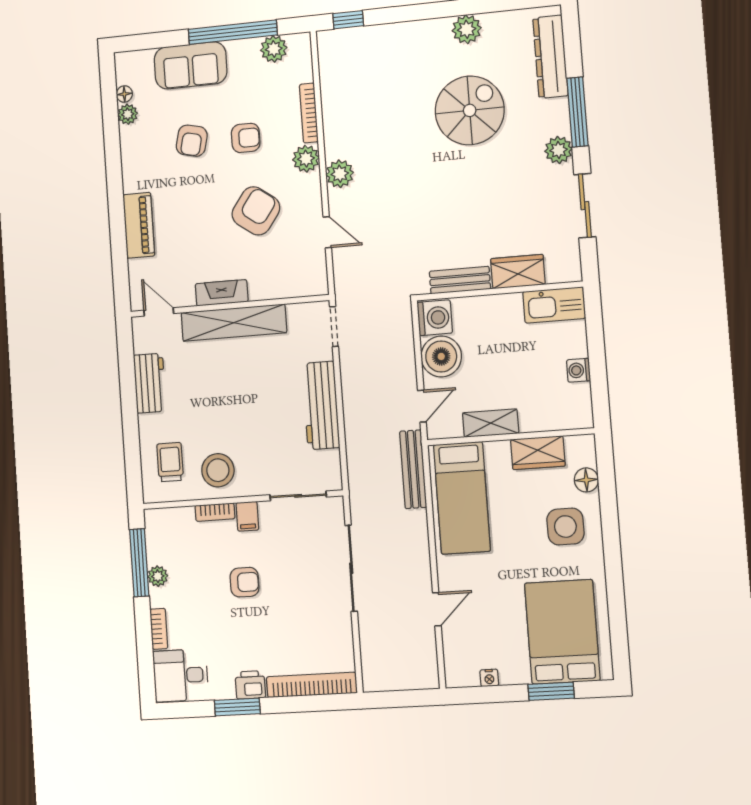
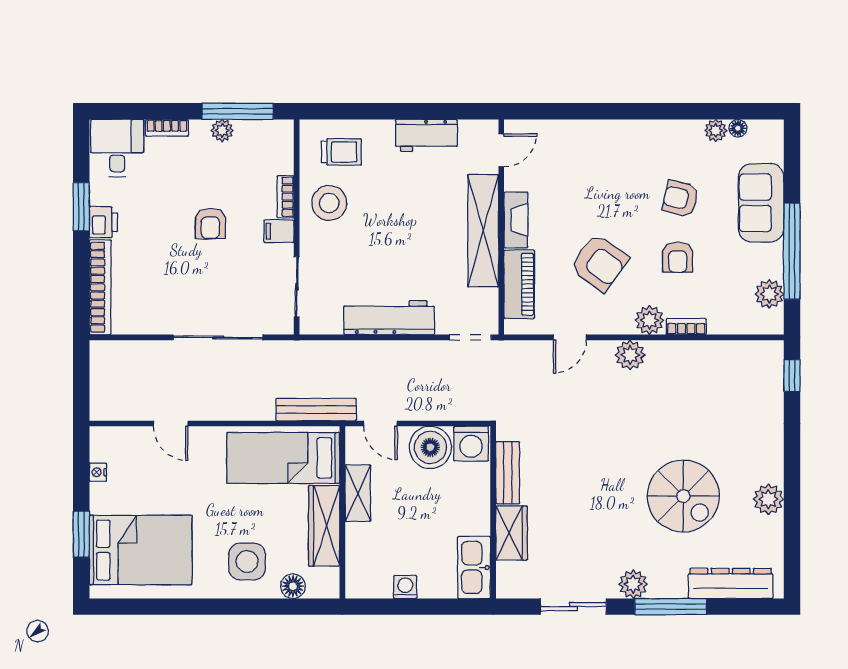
bookcase: (309, 113) -> (686, 327), width x0.64
piano: (139, 225) -> (519, 284), moved, turned -90
wardrobe: (538, 453) -> (324, 526), width x1.50

